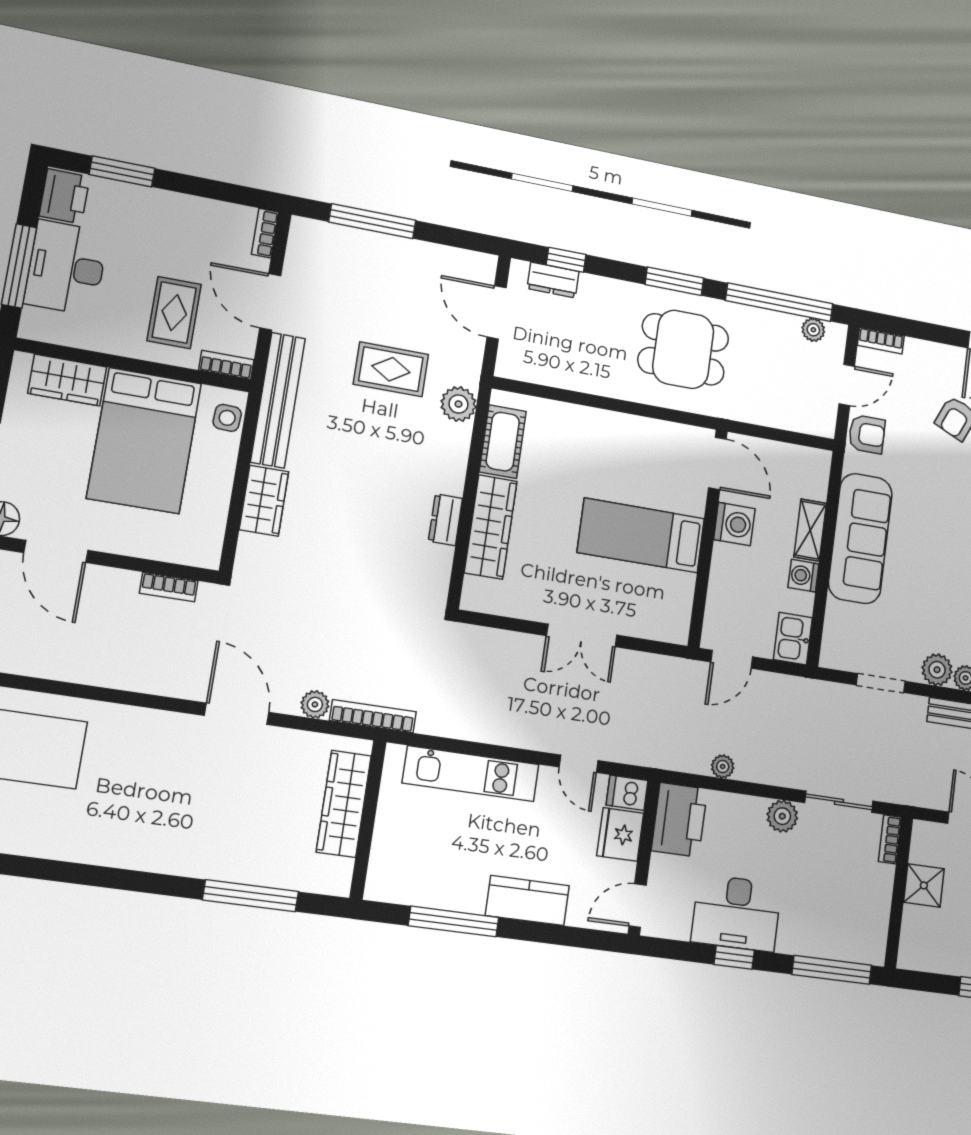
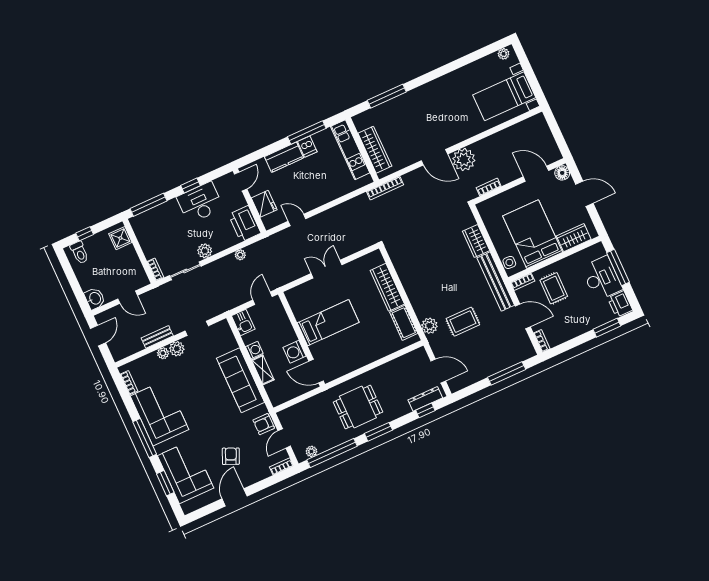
dresser: (553, 280) -> (425, 399), width x1.44
dresser: (445, 520) -> (406, 279), removed
plant: (315, 704) -> (464, 160), moved, width x1.88, depth x1.88
kitchen unit: (471, 774) -> (350, 150), moved, turned -90
dishwasher: (627, 793) -> (307, 147), moved, turned 90
shower: (924, 885) -> (120, 238), moved

